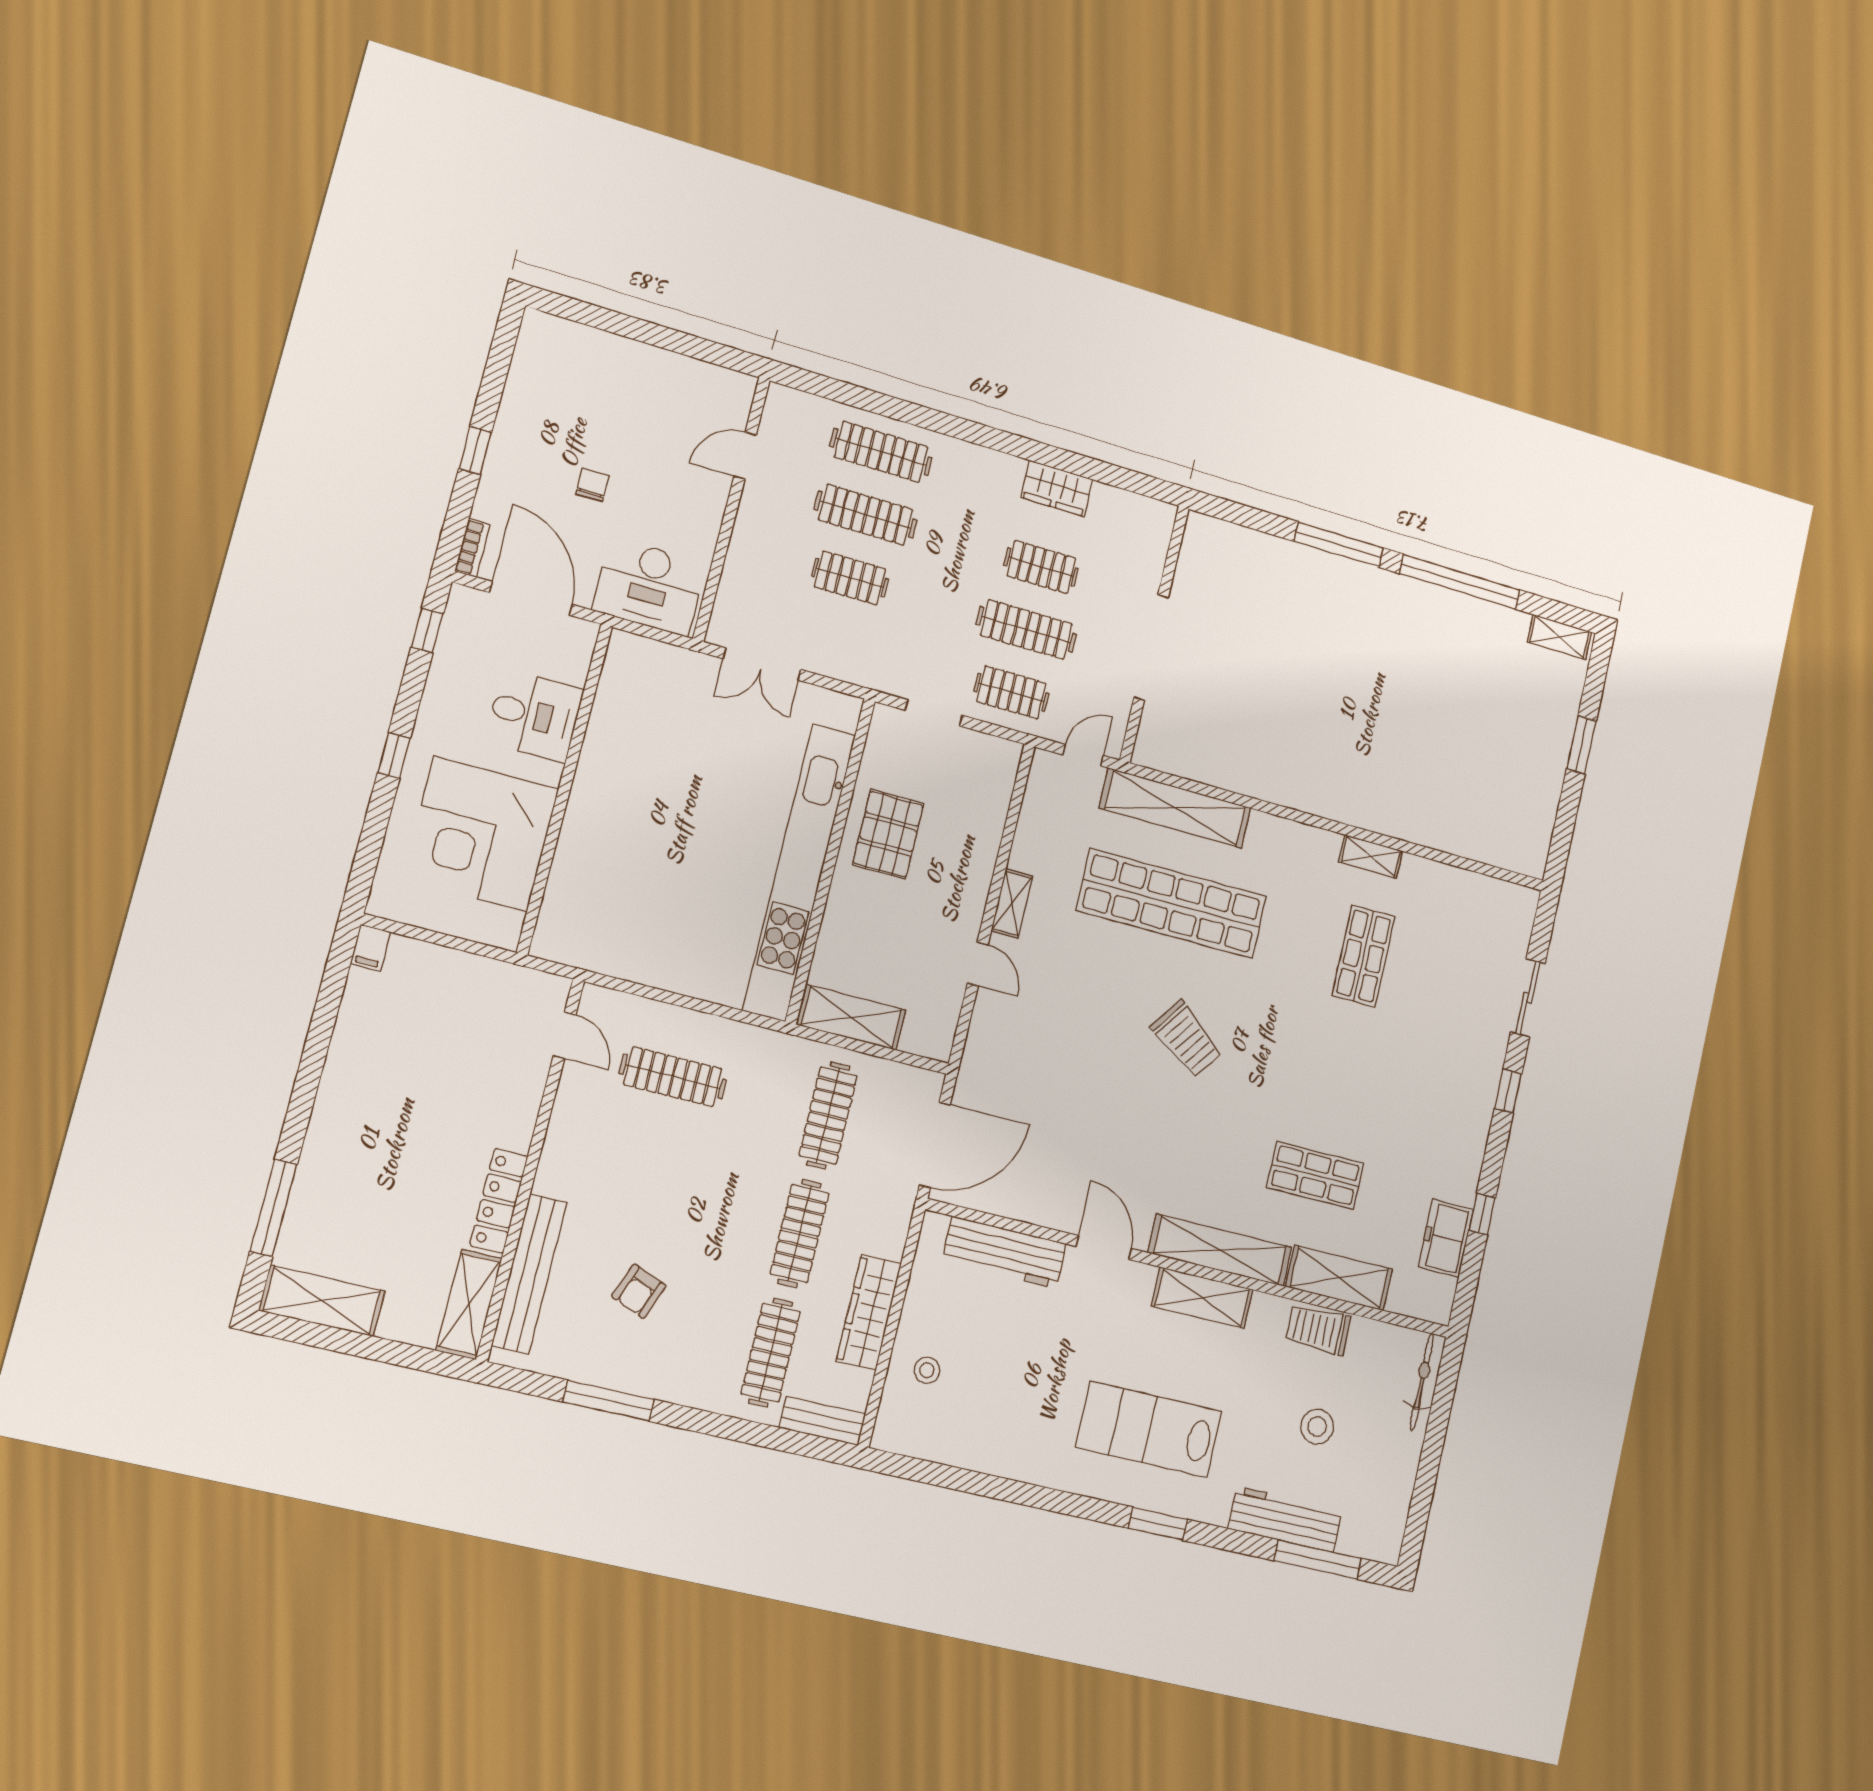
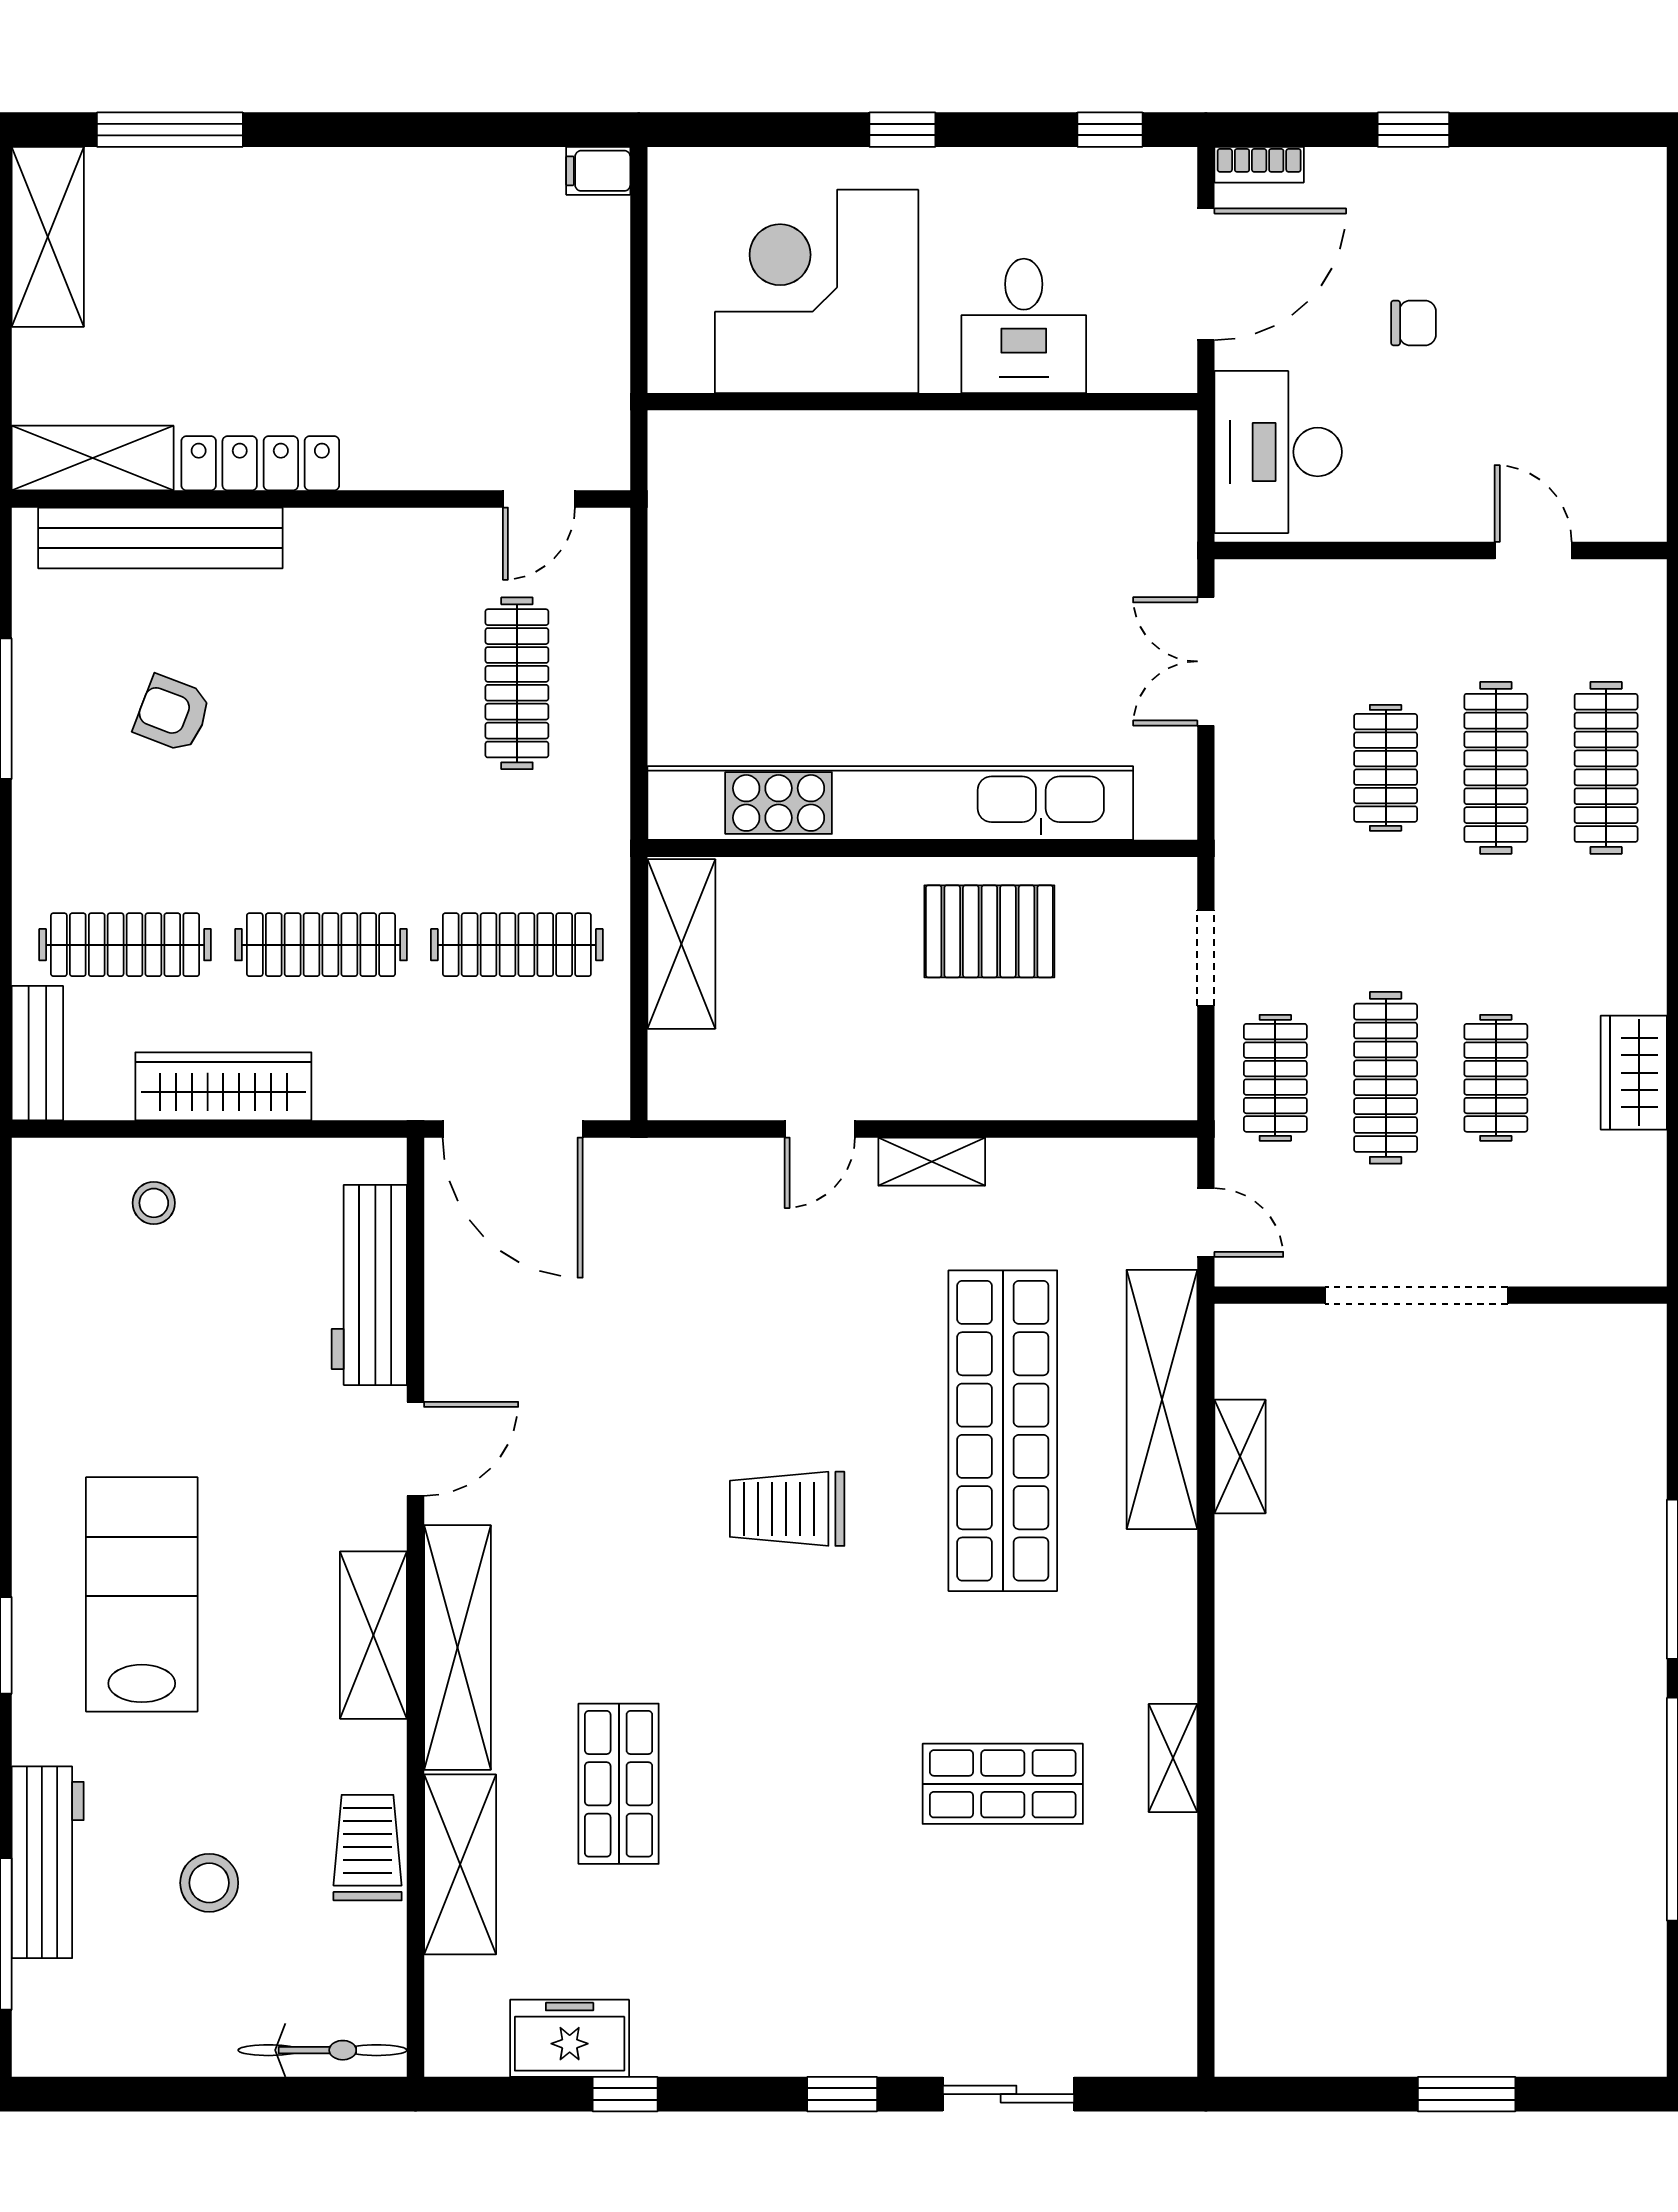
shelving: (1559, 637) -> (1240, 1457), moved
trolley: (1187, 1039) -> (787, 1509), turned 54

